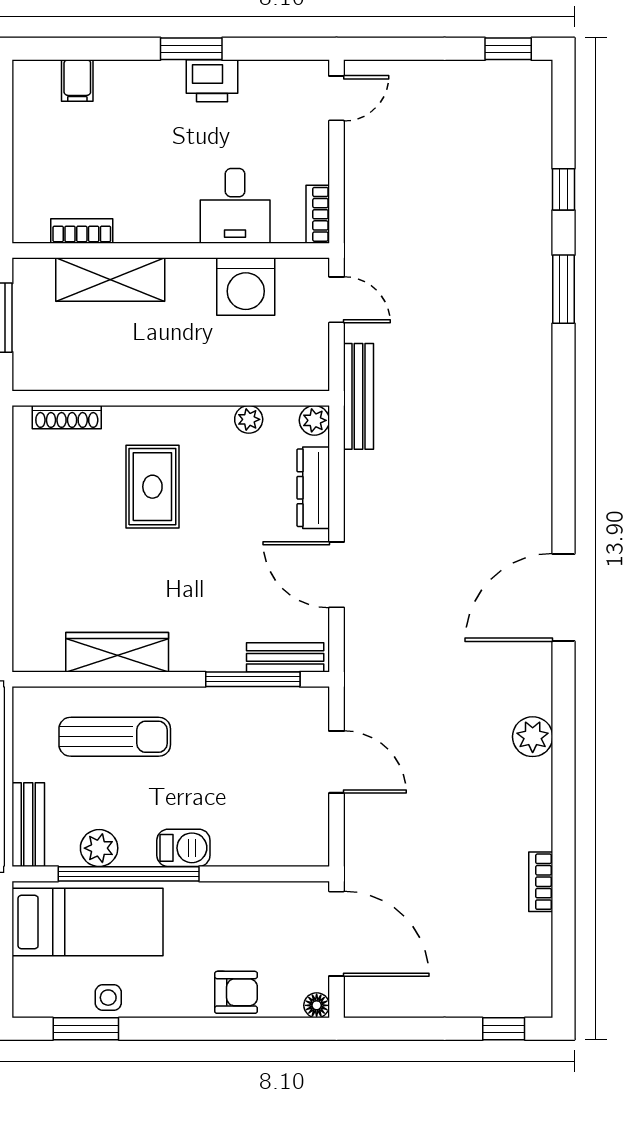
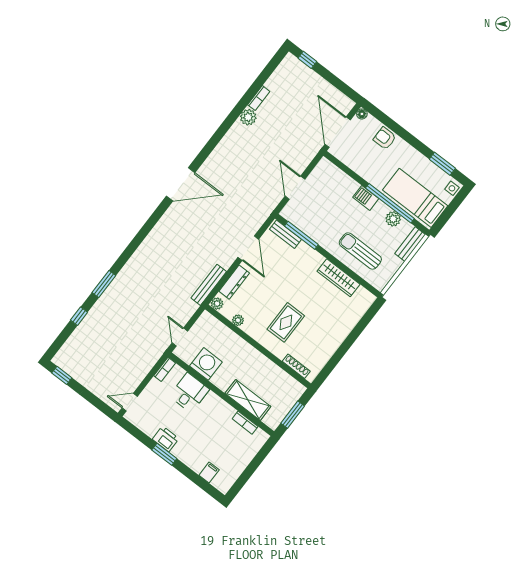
bench: (358, 396) -> (209, 285), moved
plant: (533, 737) -> (248, 117), moved
side table: (108, 998) -> (452, 188), moved

